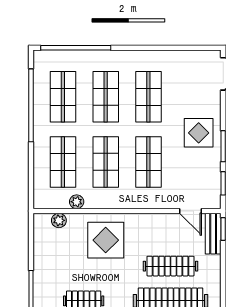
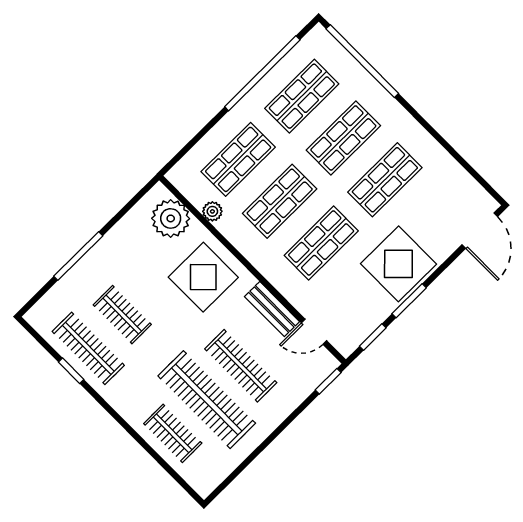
display table: (199, 133) -> (398, 264), width x1.36, depth x1.36
door: (190, 211) -> (314, 332), hinge flipped
plant: (59, 220) -> (171, 218), width x1.88, depth x1.88
bench: (213, 234) -> (272, 309), moved, turned 90

